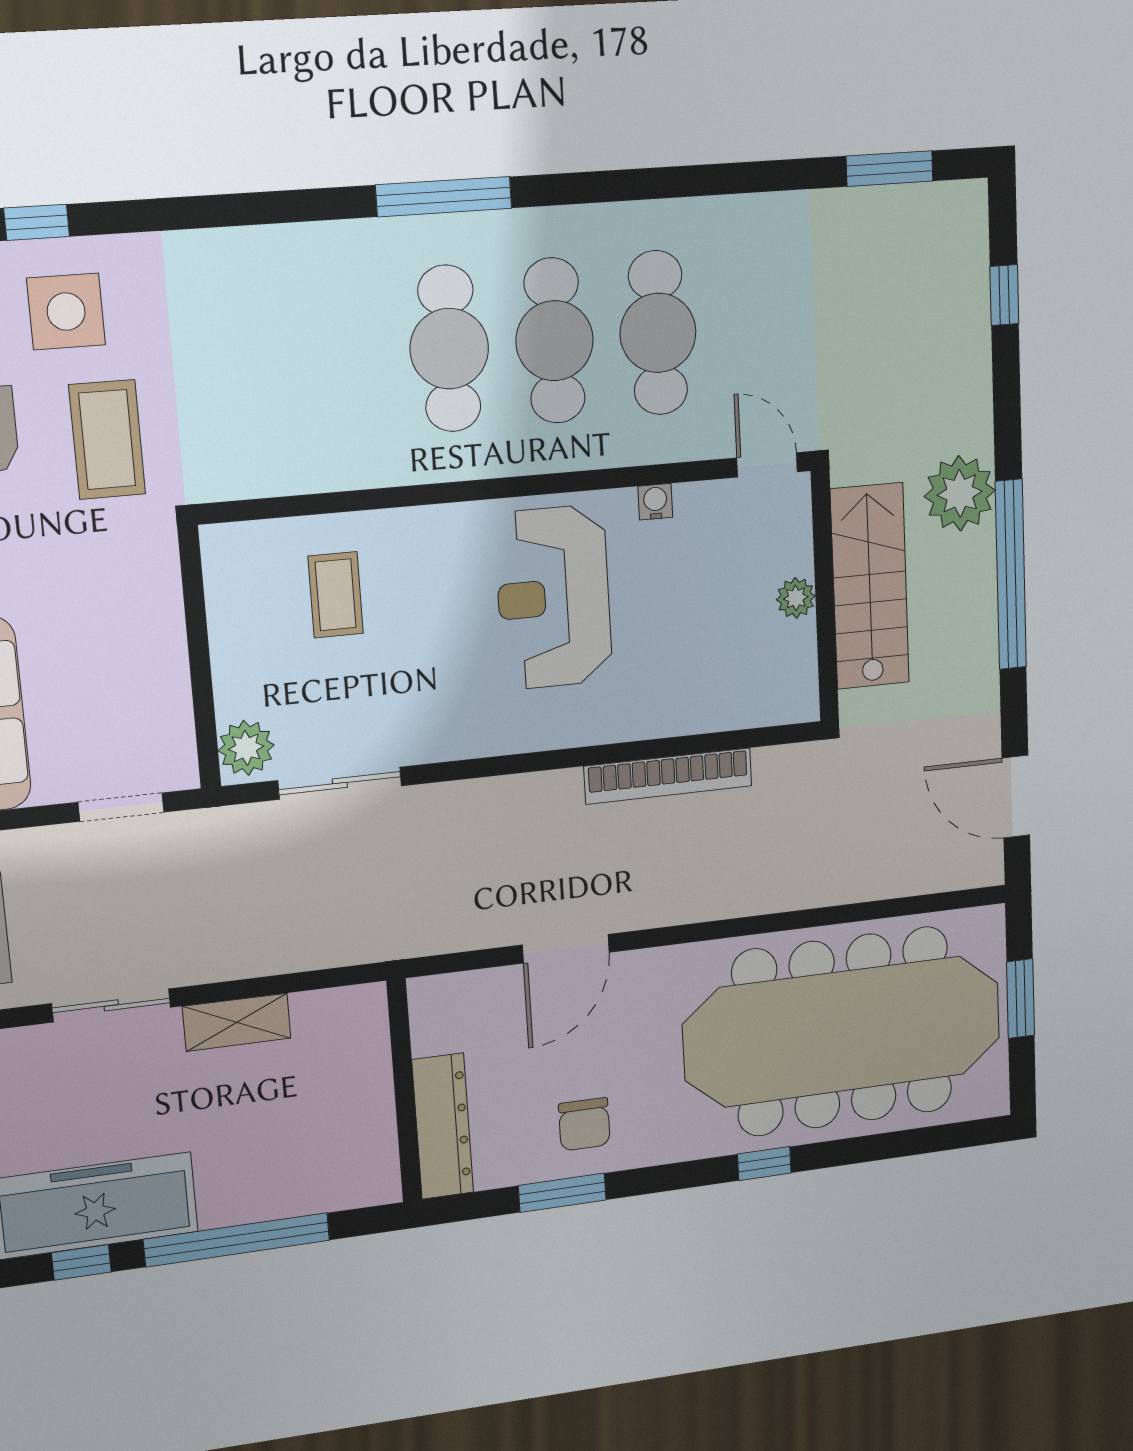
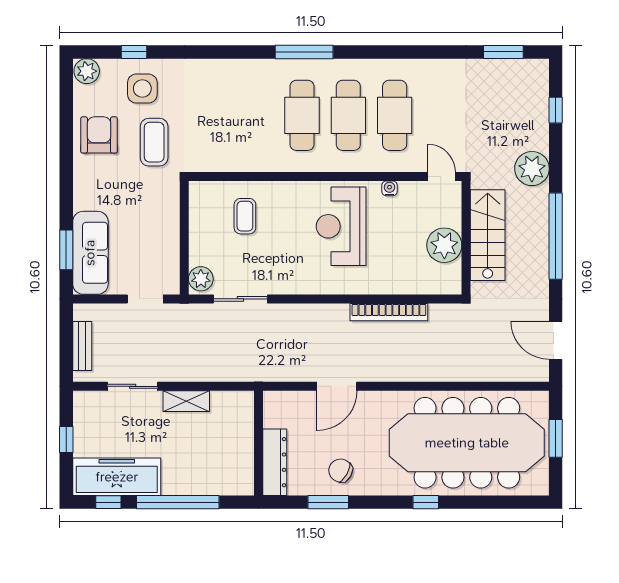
plant: (960, 493) -> (532, 169), moved
plant: (796, 598) -> (444, 245), width x1.87, depth x1.87
chair: (584, 1124) -> (341, 471), turned 119

